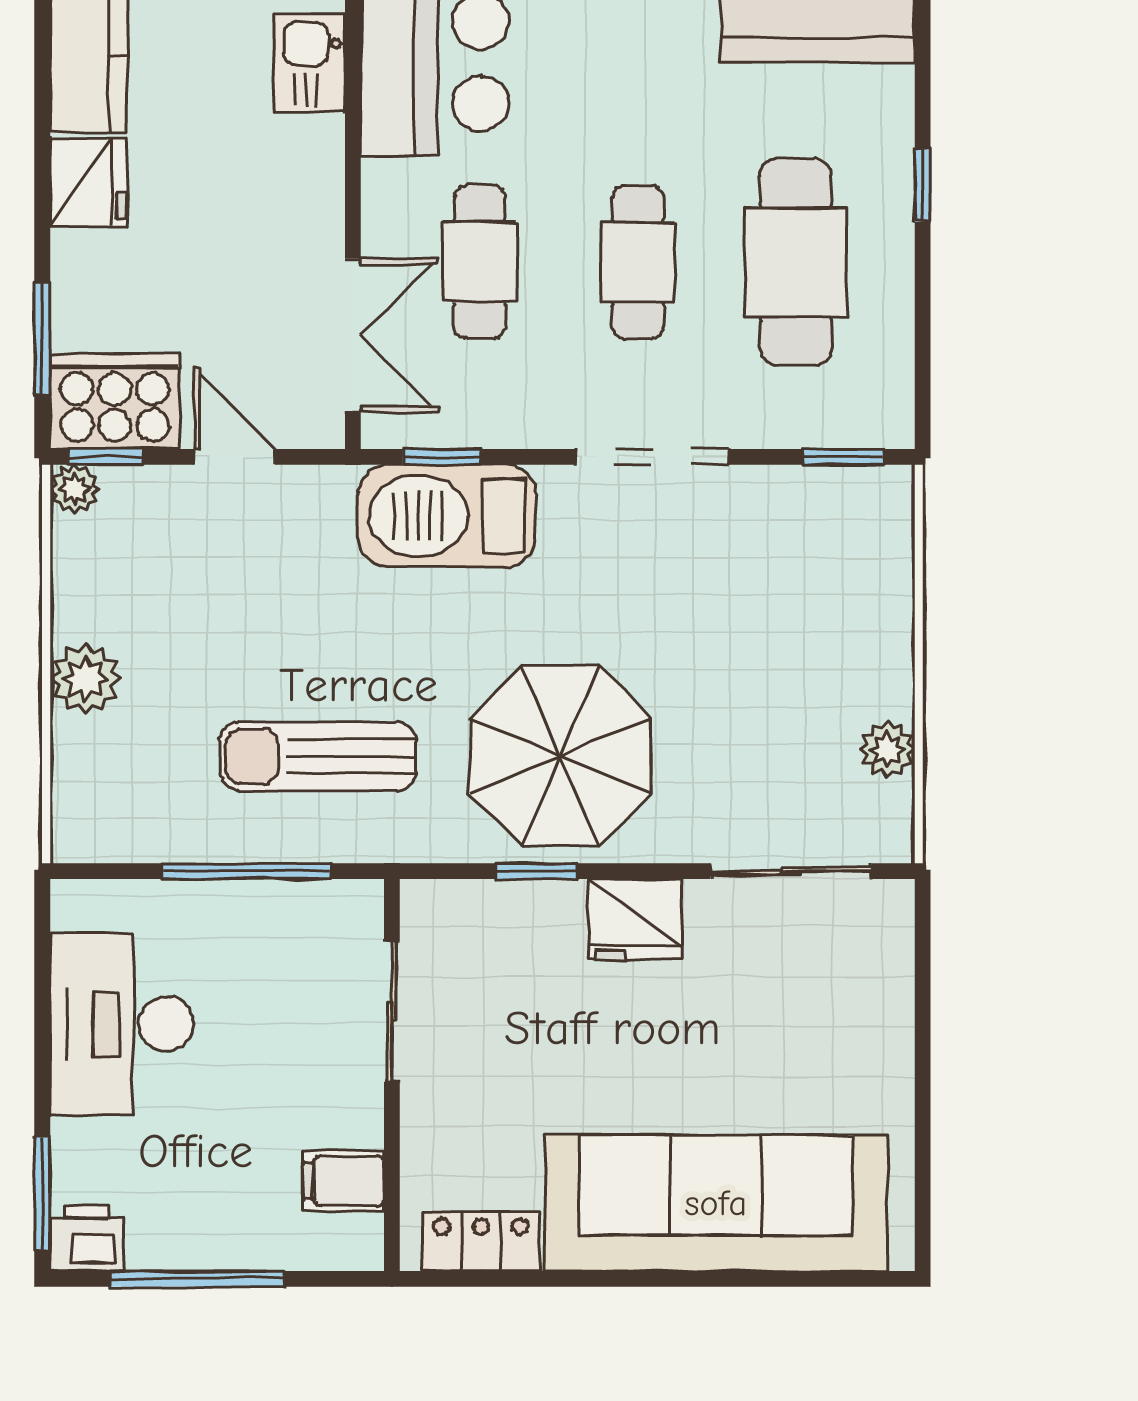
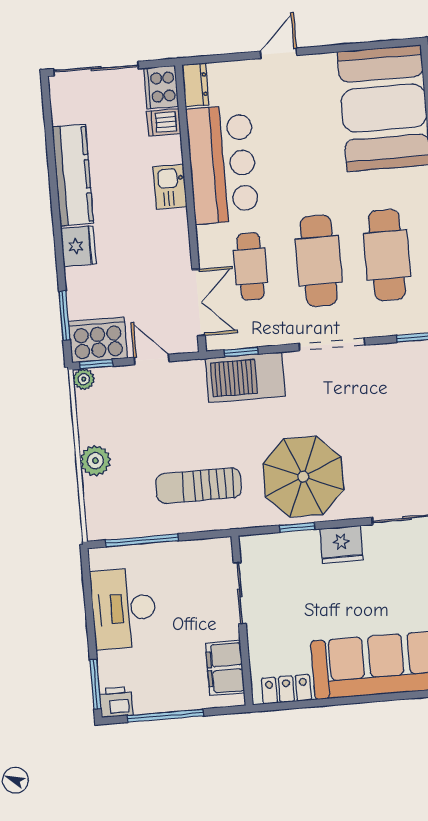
cafe table: (638, 262) -> (319, 261), width x1.37, depth x1.35
window: (246, 871) -> (142, 540), moved
filing cabinet: (343, 1181) -> (225, 668), width x2.00

